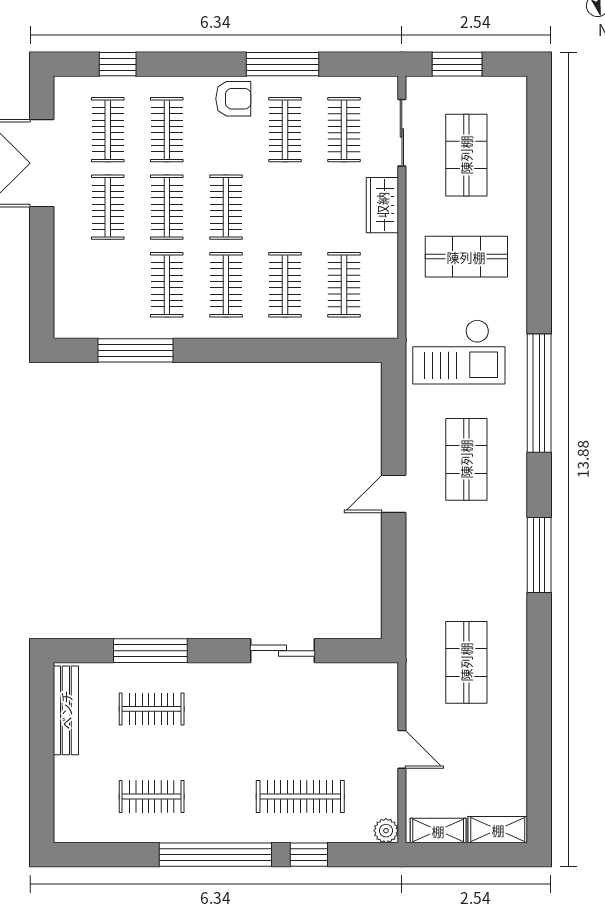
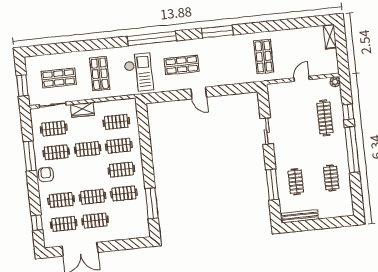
clothes rail: (226, 207) -> (87, 149), moved
shop shelf: (466, 662) -> (264, 56), turned 90
shelving: (438, 831) -> (333, 61), removed

